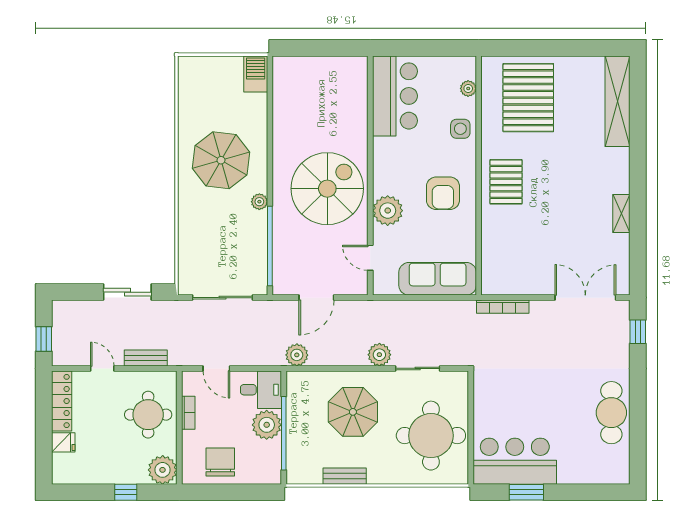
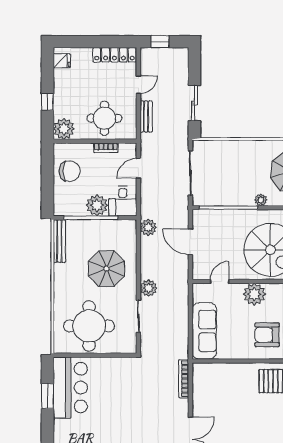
fridge: (63, 442) -> (62, 61), moved, turned -90
bench: (345, 476) -> (59, 241), moved, width x1.36

